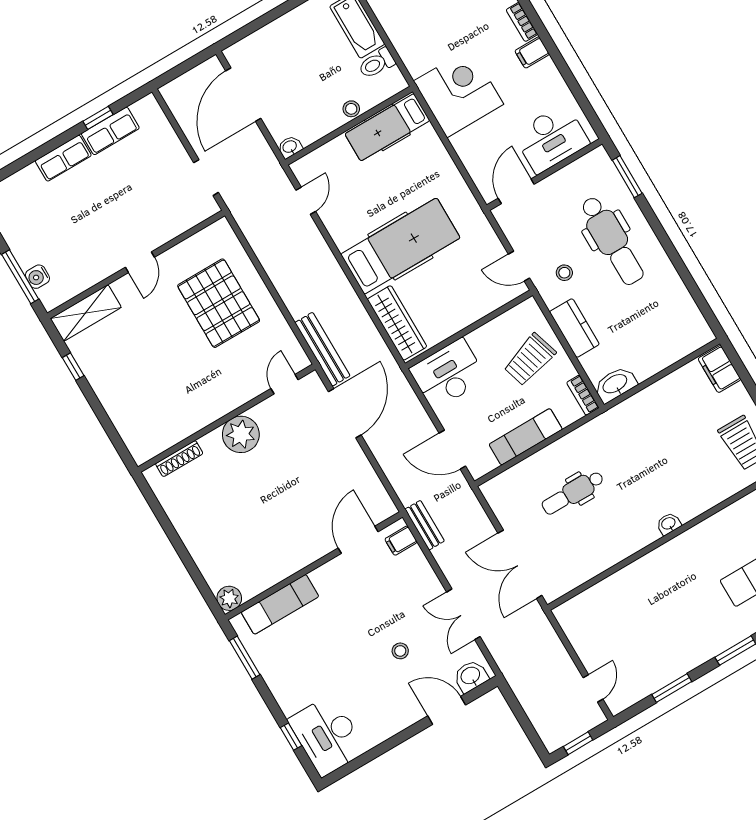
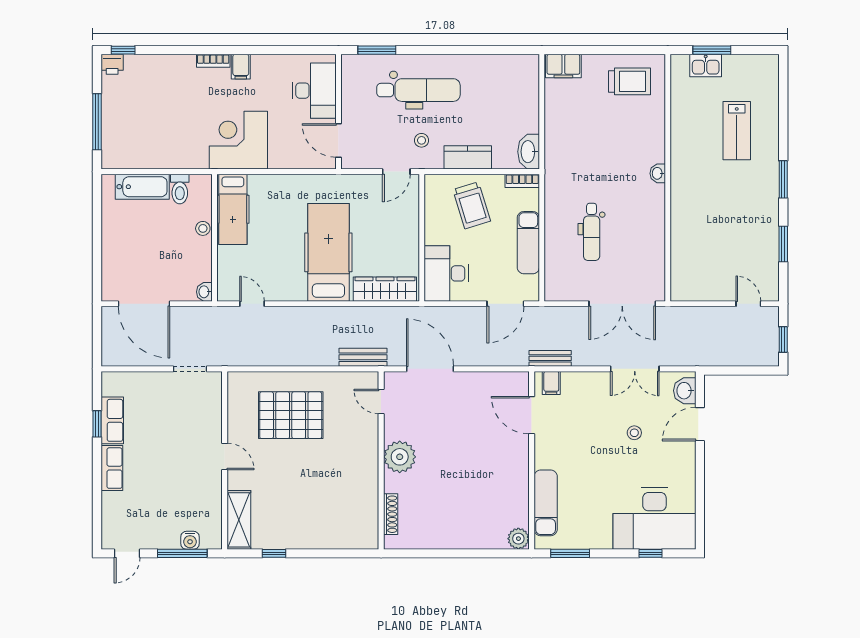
bench: (322, 349) -> (363, 357), width x0.73
desk: (327, 735) -> (654, 518), width x1.36, depth x1.30

